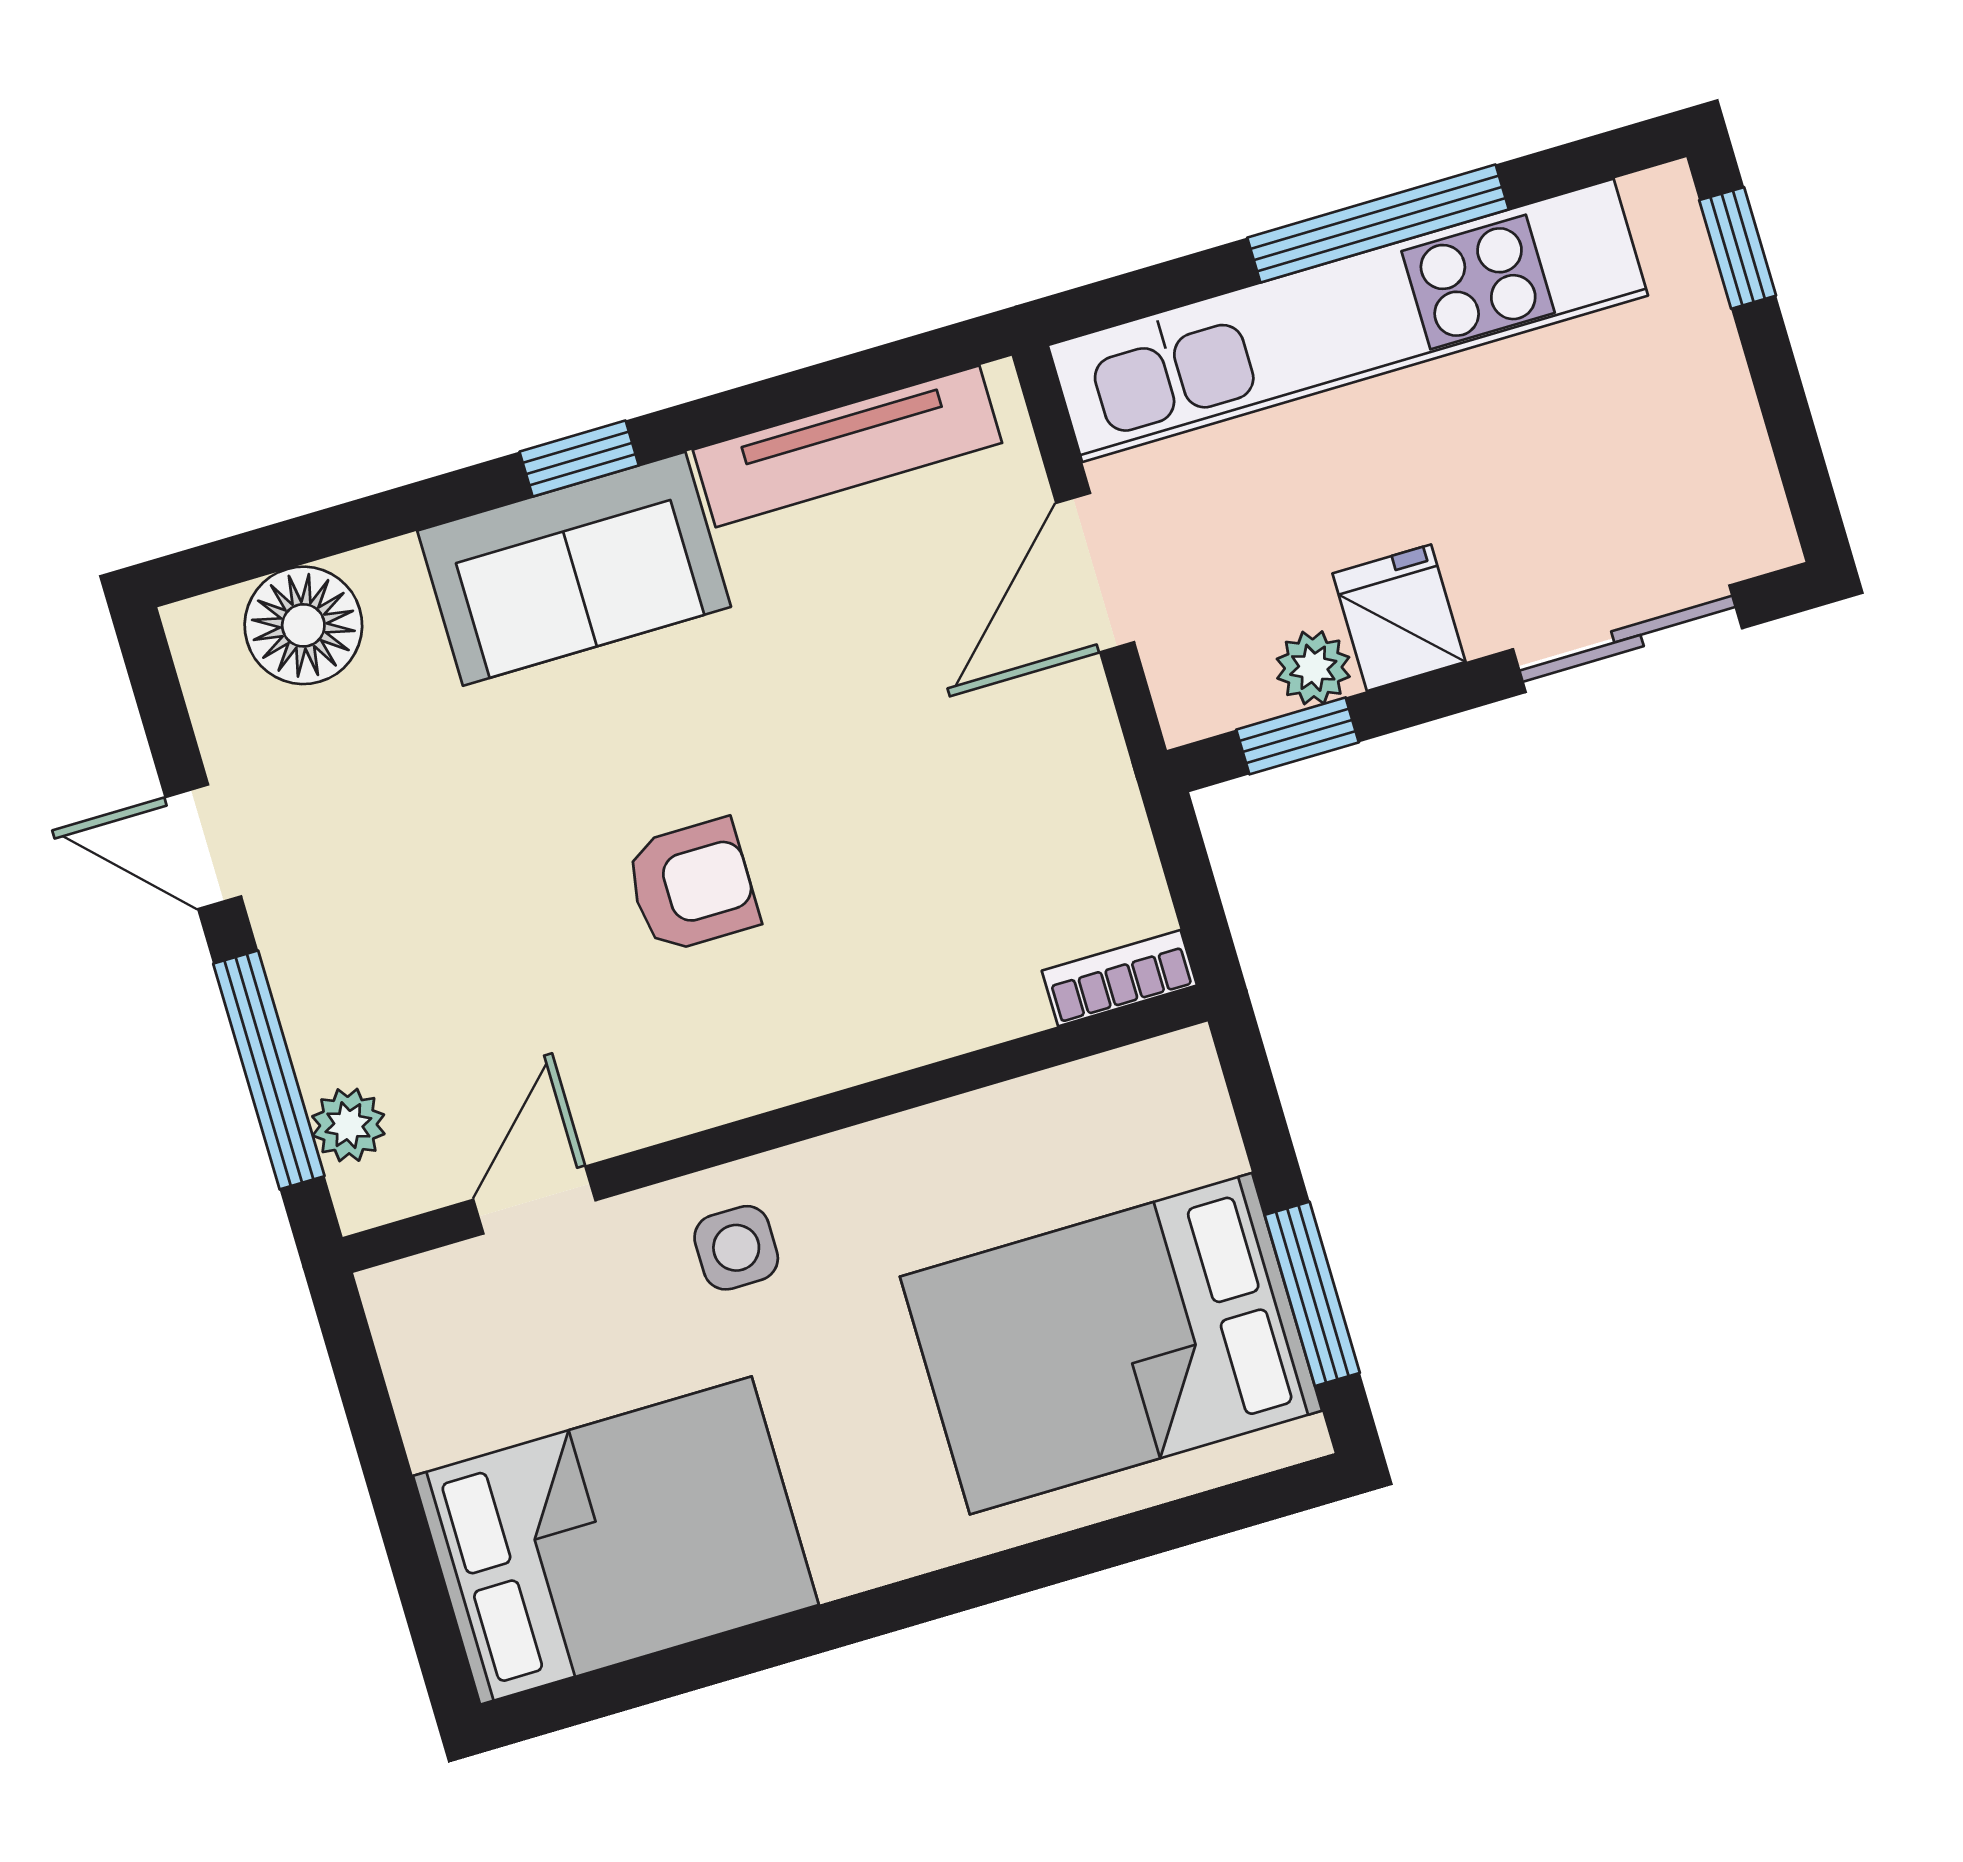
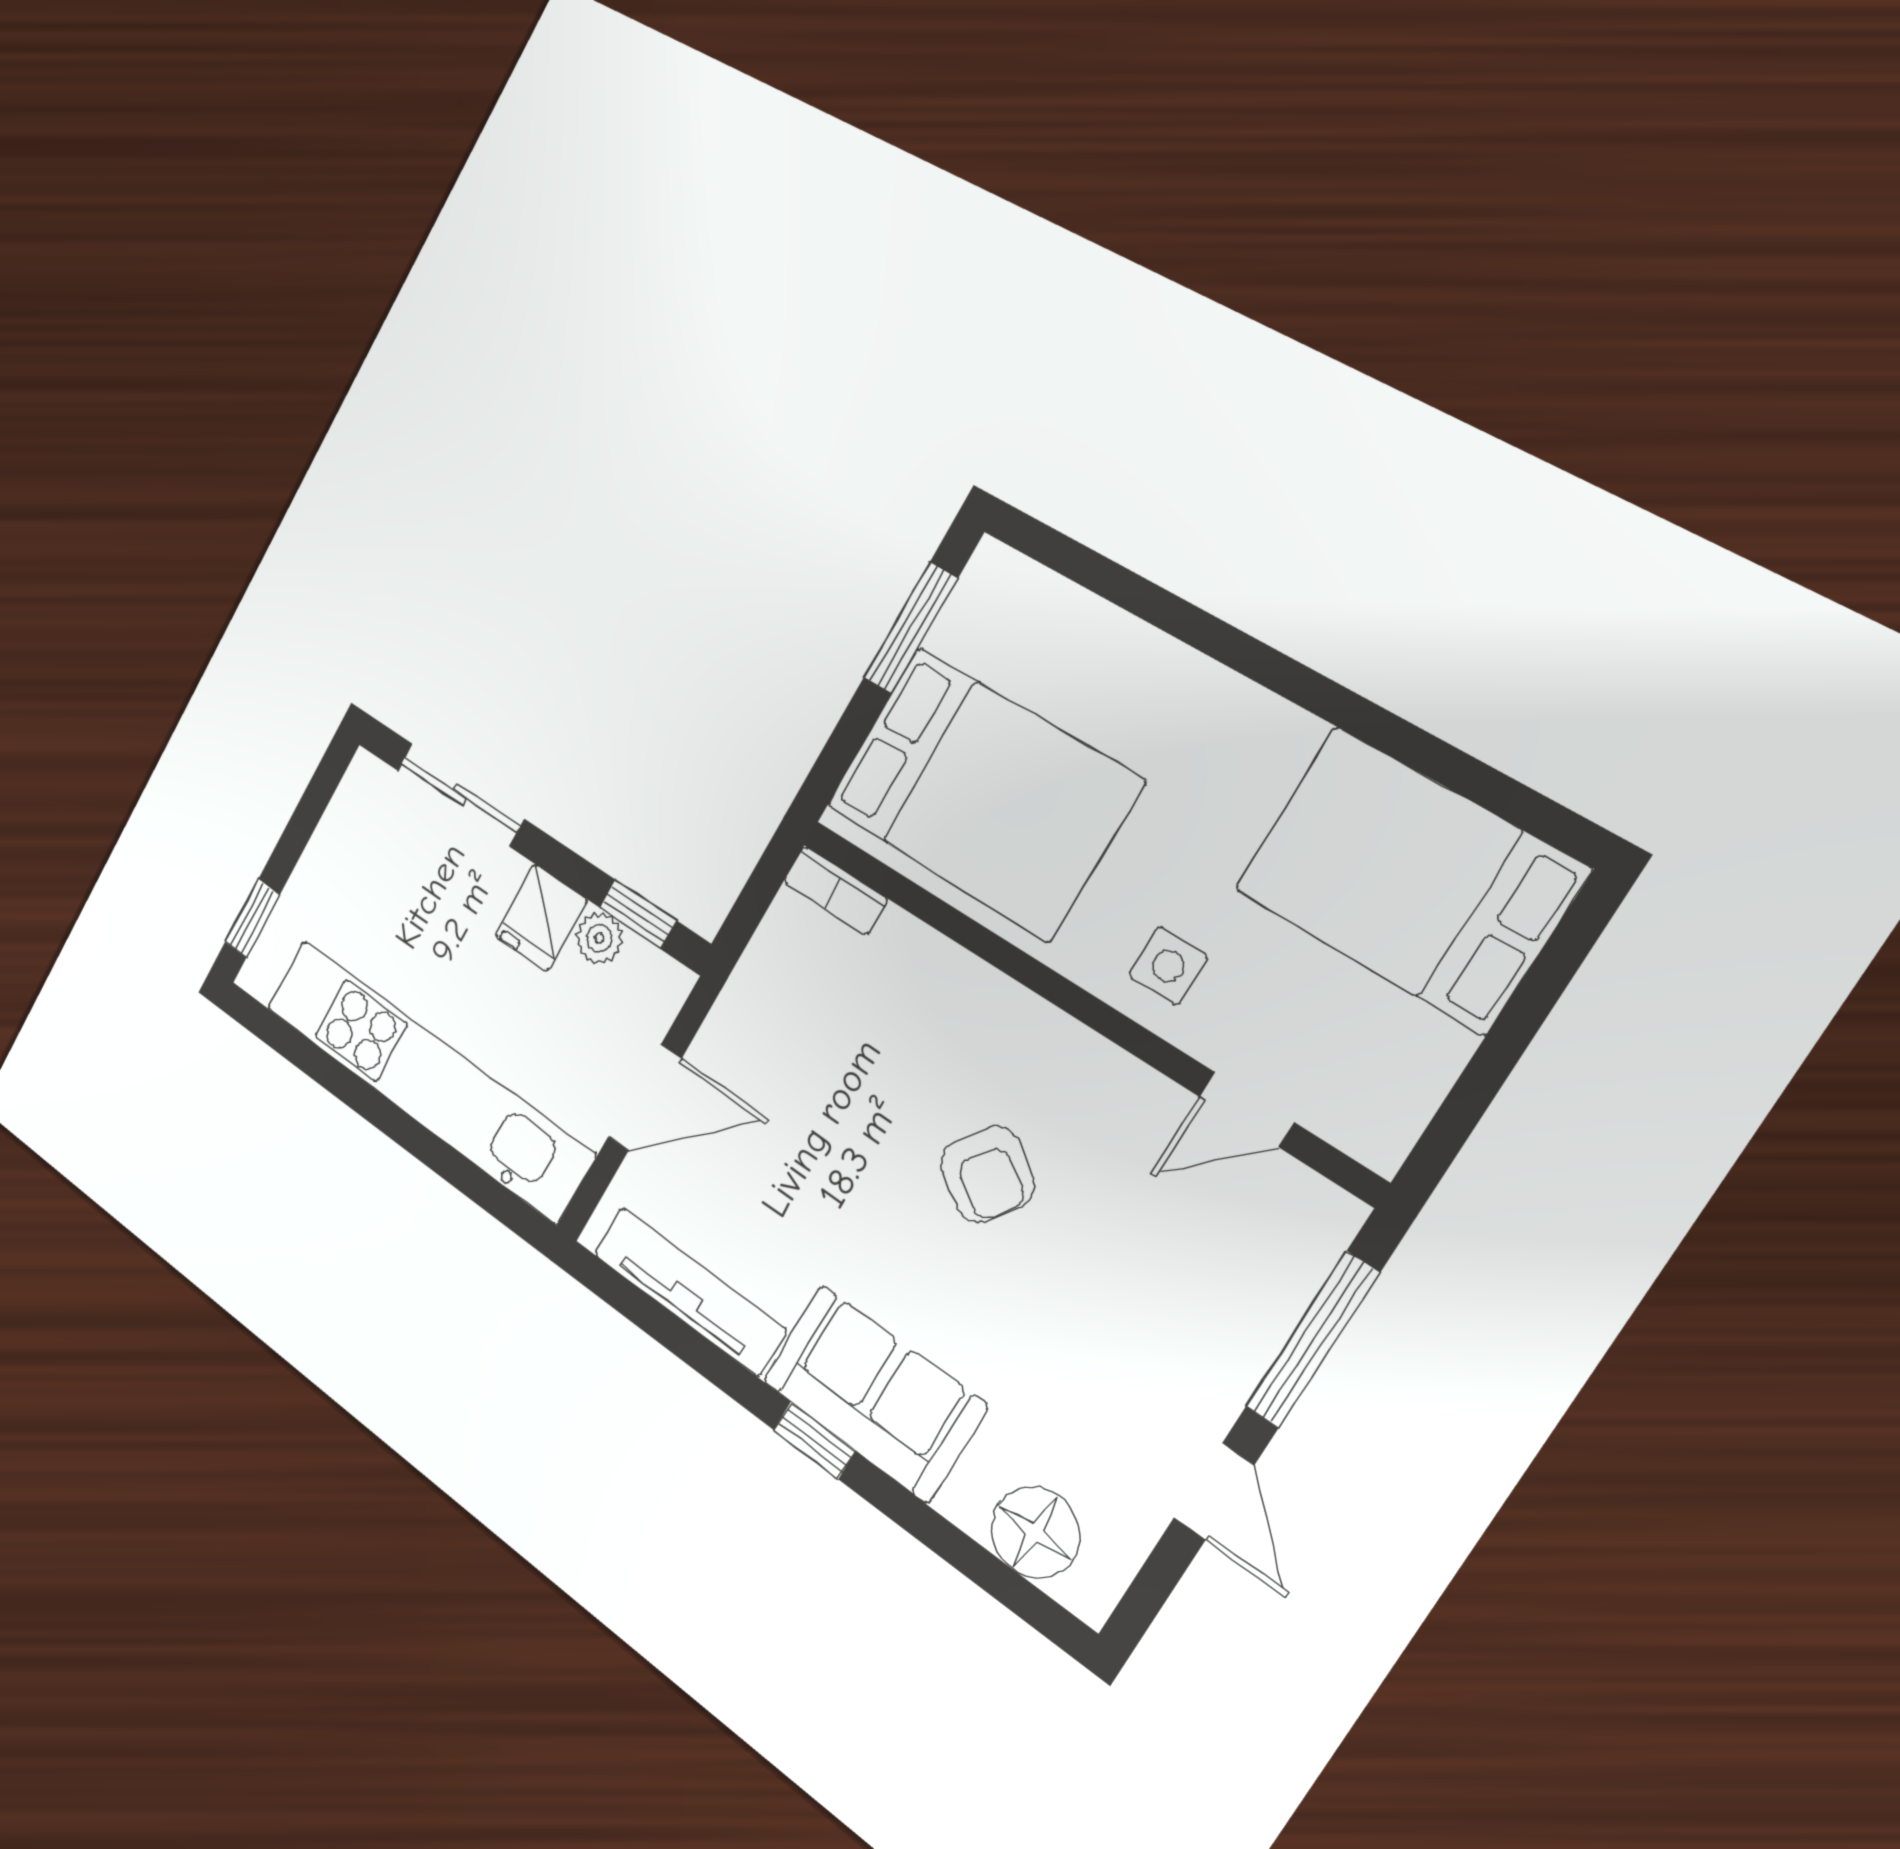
window: (1378, 223) -> (373, 1106), removed
armchair: (692, 886) -> (987, 1174), turned -145
plant: (348, 1125) -> (1302, 1262), removed
bed: (1111, 1344) -> (983, 793), moved

